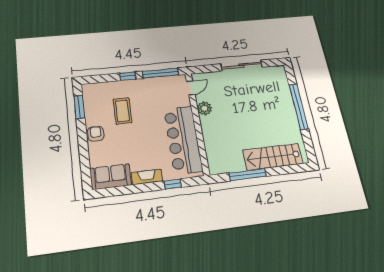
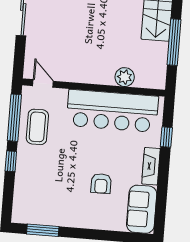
plant: (204, 108) -> (125, 77), moved
coffee table: (122, 111) -> (37, 127), moved, turned 90
armchair: (96, 134) -> (101, 183), moved, turned -90

